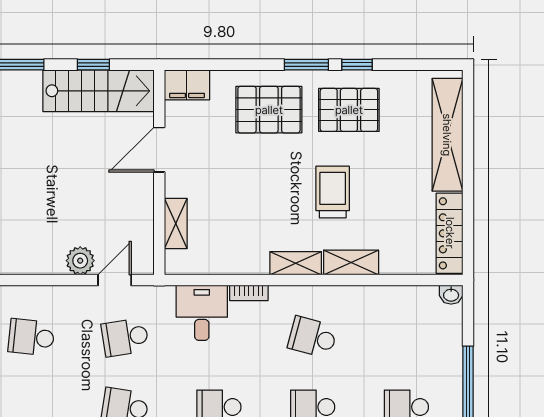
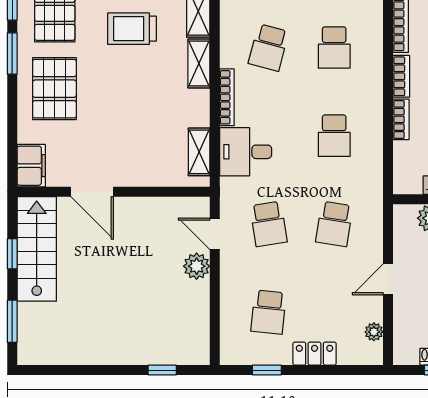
shelving: (176, 223) -> (199, 152), moved, turned 90
bookcase: (249, 293) -> (227, 97), width x1.56

